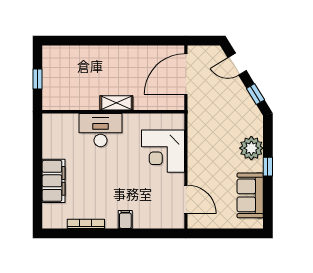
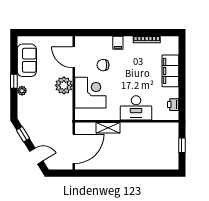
shelving: (116, 103) -> (108, 128), moved
printer: (50, 135) -> (173, 105), added
plant: (251, 148) -> (22, 91), width x0.53, depth x0.53
plant: (199, 161) -> (64, 85), added
chair: (146, 189) -> (103, 65), added

